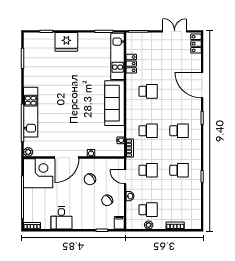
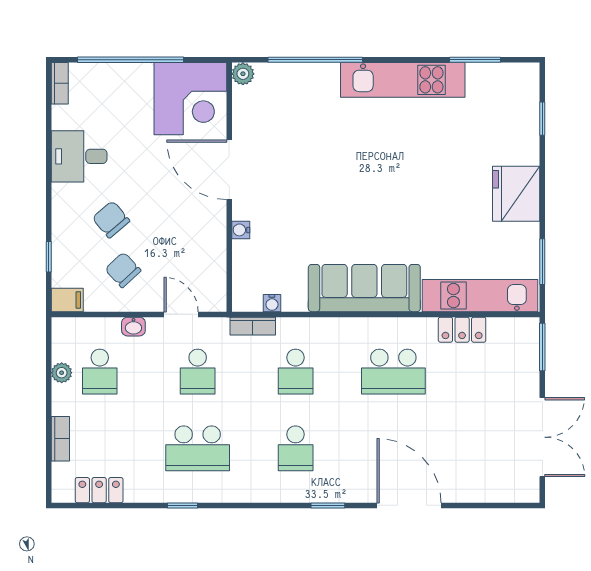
double door: (175, 31) -> (542, 437), width x1.37
fridge: (66, 42) -> (516, 194), moved
locker: (196, 44) -> (99, 490), moved
door: (202, 85) -> (409, 505), hinge flipped
school desk: (148, 91) -> (393, 372), width x1.85
kitchen unit: (31, 112) -> (403, 80), moved
school desk: (179, 170) -> (198, 448), width x1.85
door: (125, 177) -> (181, 314), hinge flipped
chair: (90, 179) -> (111, 219), moved

